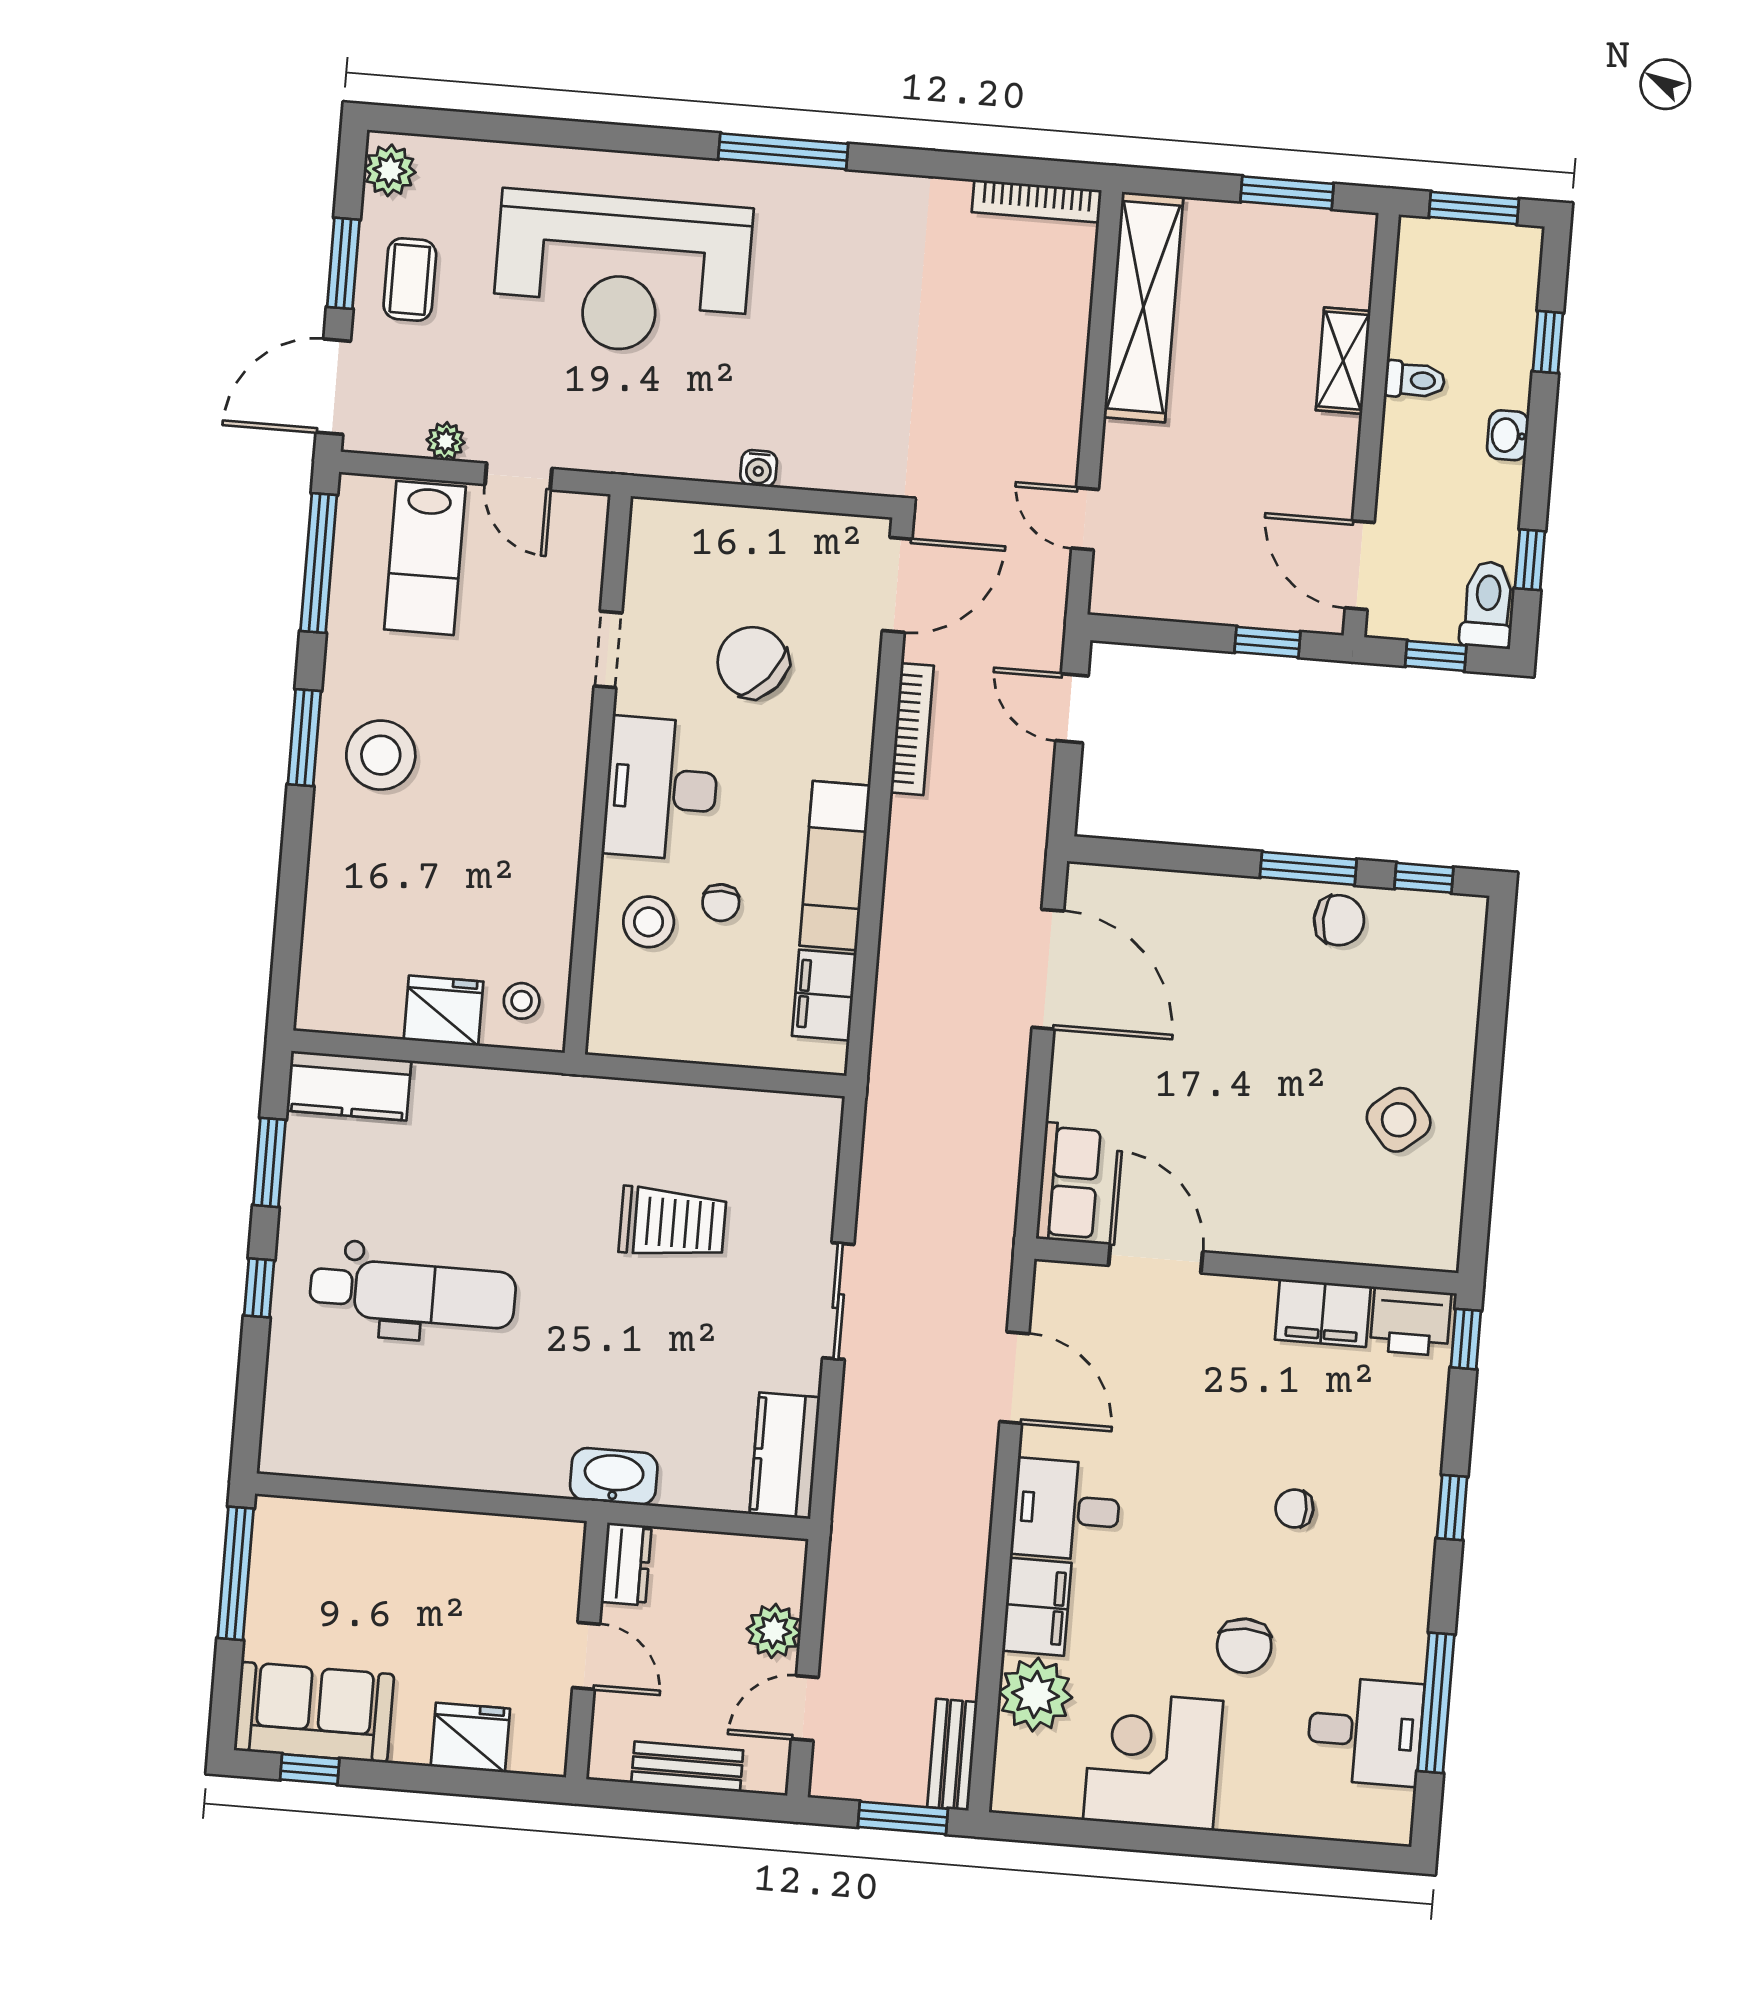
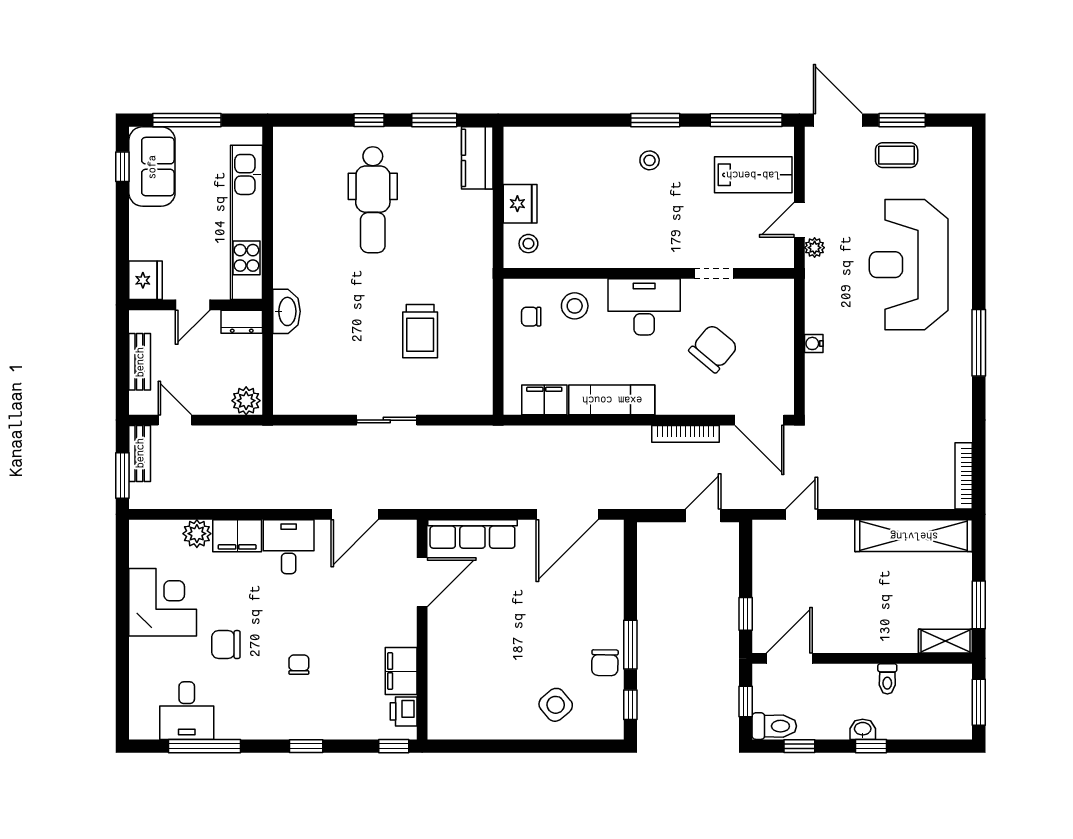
plant: (390, 170) -> (952, 140), removed
window: (1548, 342) -> (871, 746), moved
shelving: (1343, 361) -> (945, 641), moved
plant: (446, 441) -> (815, 248), moved
lab bench: (425, 558) -> (753, 175), turned 180
stool: (381, 755) -> (650, 160), width x0.53, depth x0.53
chair: (721, 903) -> (531, 317), moved
side table: (1399, 1120) -> (556, 705), moved
row of seats: (1068, 1182) -> (472, 534), width x1.48
printer: (1411, 1322) -> (404, 711), width x0.73, depth x0.81
kitchen counter: (785, 1456) -> (305, 399), removed
kitchen unit: (436, 1539) -> (246, 222), added
window: (236, 1573) -> (187, 120), moved
plant: (774, 1631) -> (246, 401), moved
plant: (1035, 1695) -> (197, 534), width x0.73, depth x0.73
fridge: (470, 1738) -> (145, 280), moved
bench: (952, 1755) -> (140, 453), moved, turned 90

